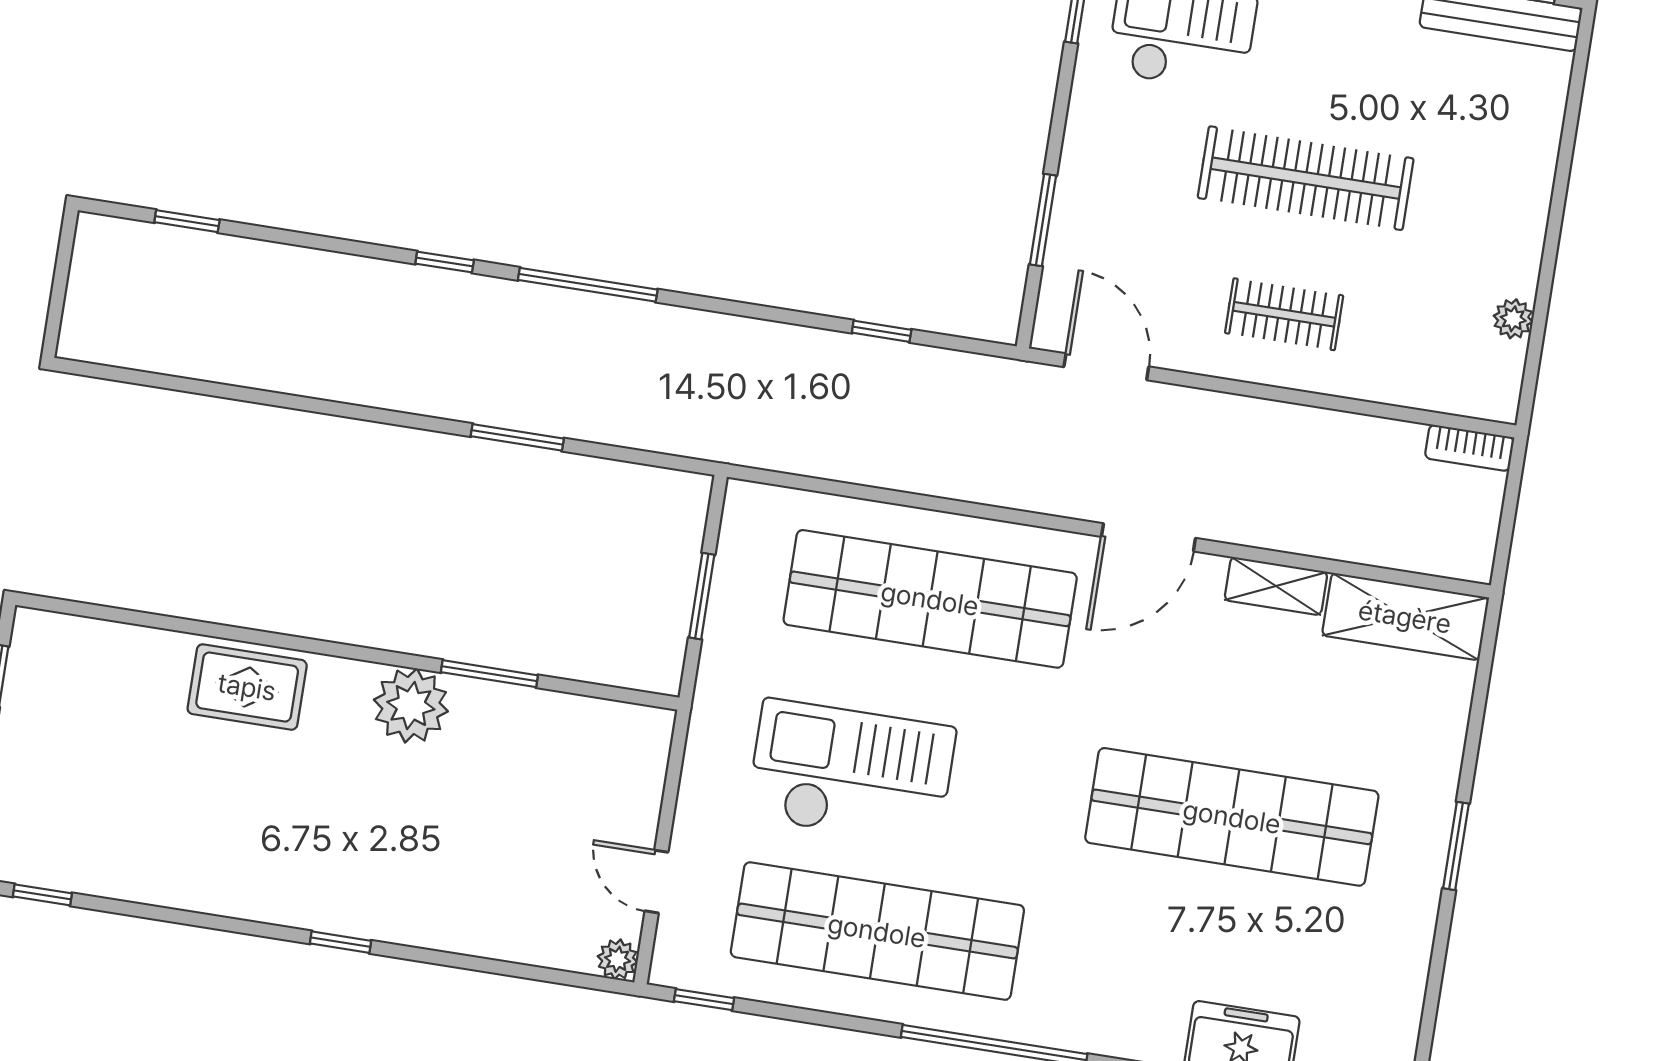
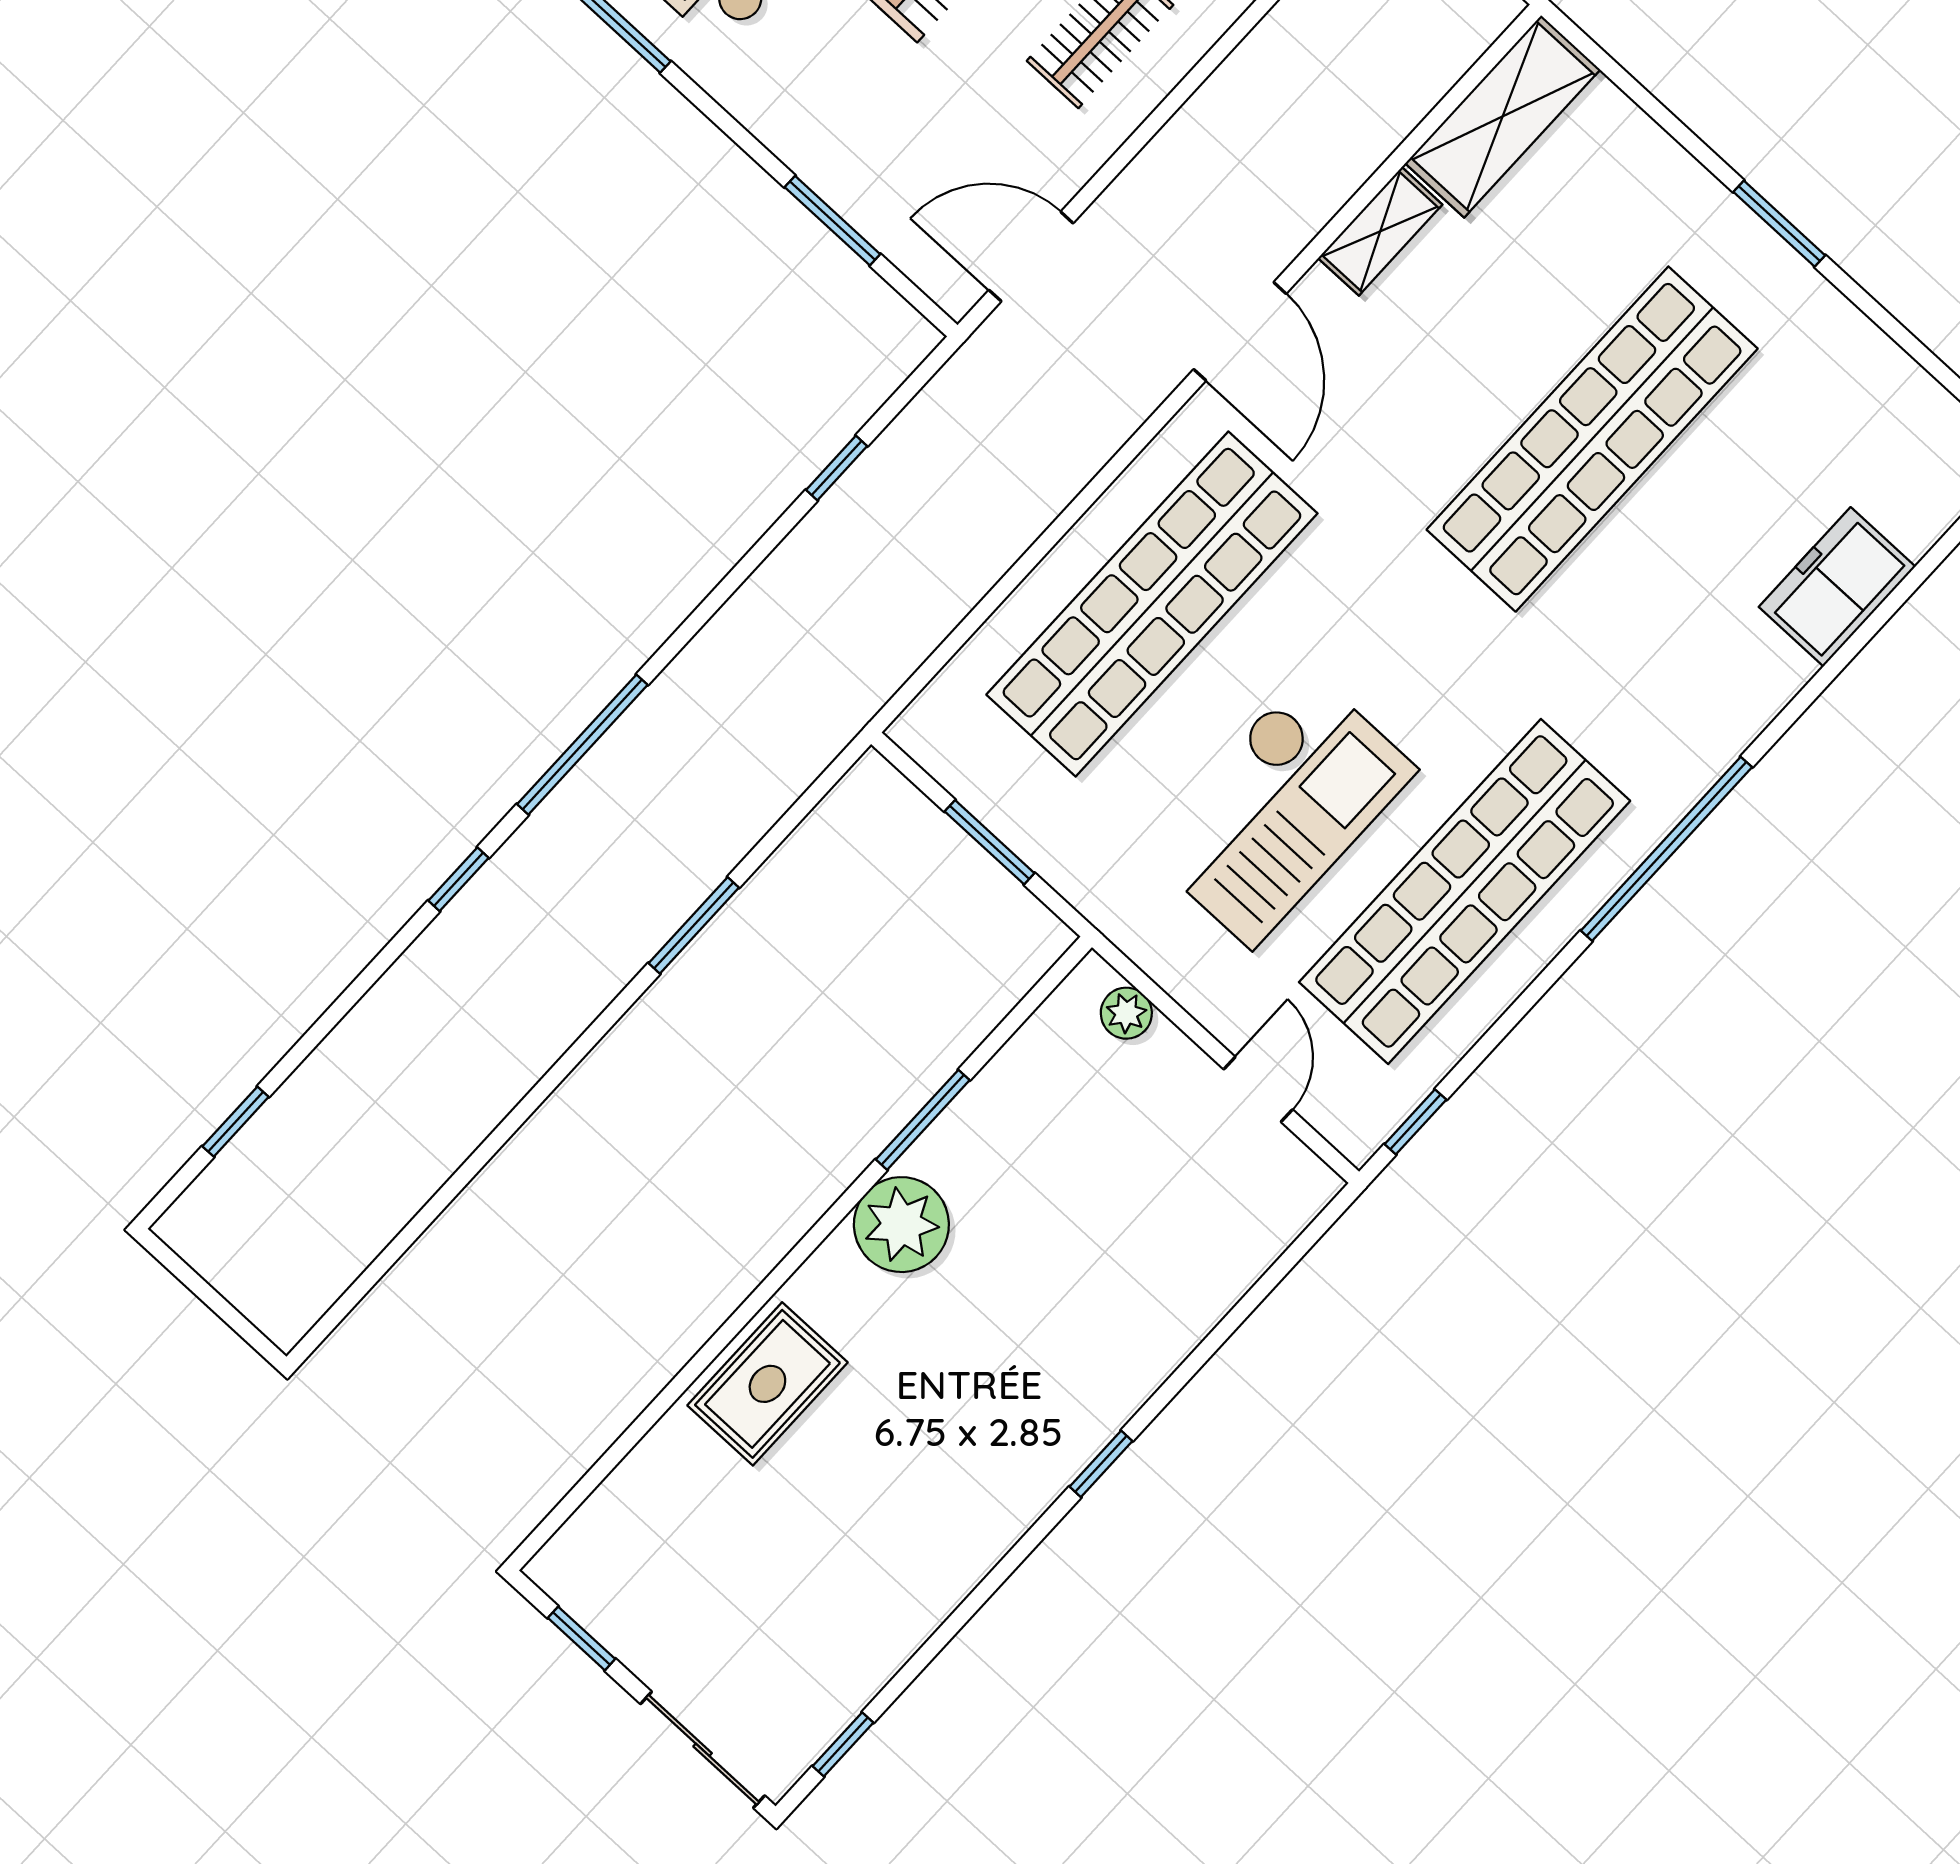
checkout: (851, 772) -> (1279, 809), turned 180
door: (656, 882) -> (1258, 1089), swing flipped
plant: (618, 959) -> (1126, 1013), moved

